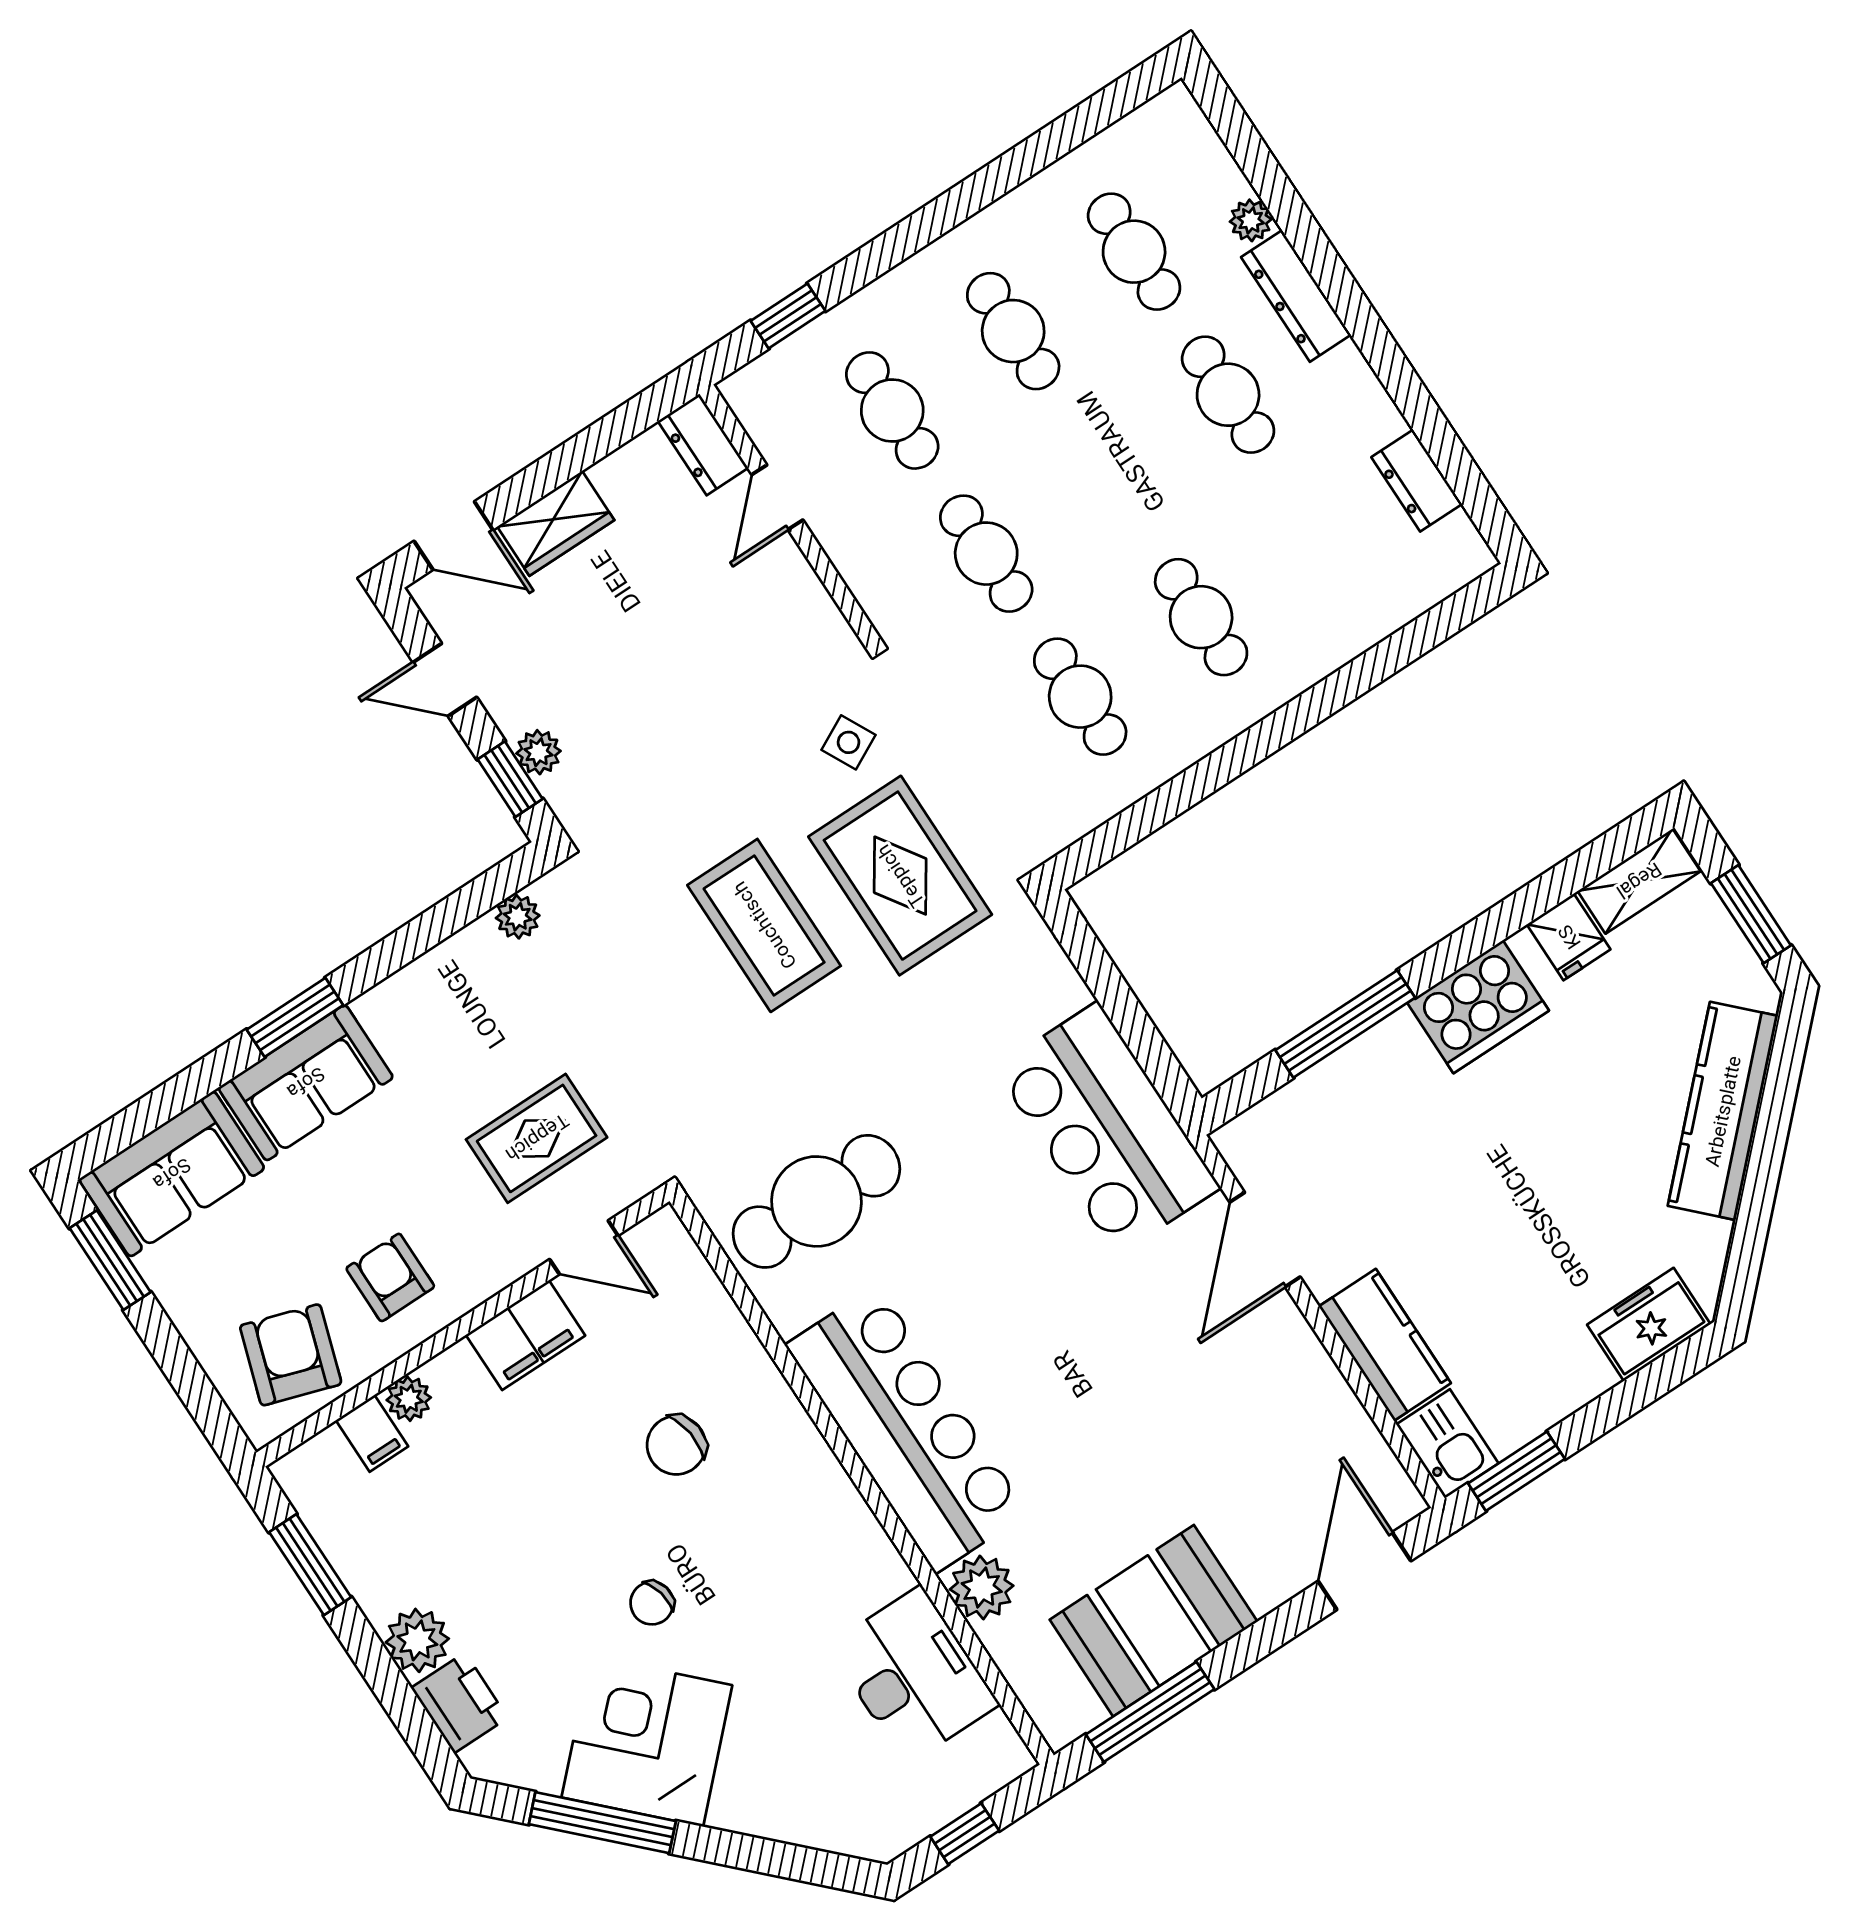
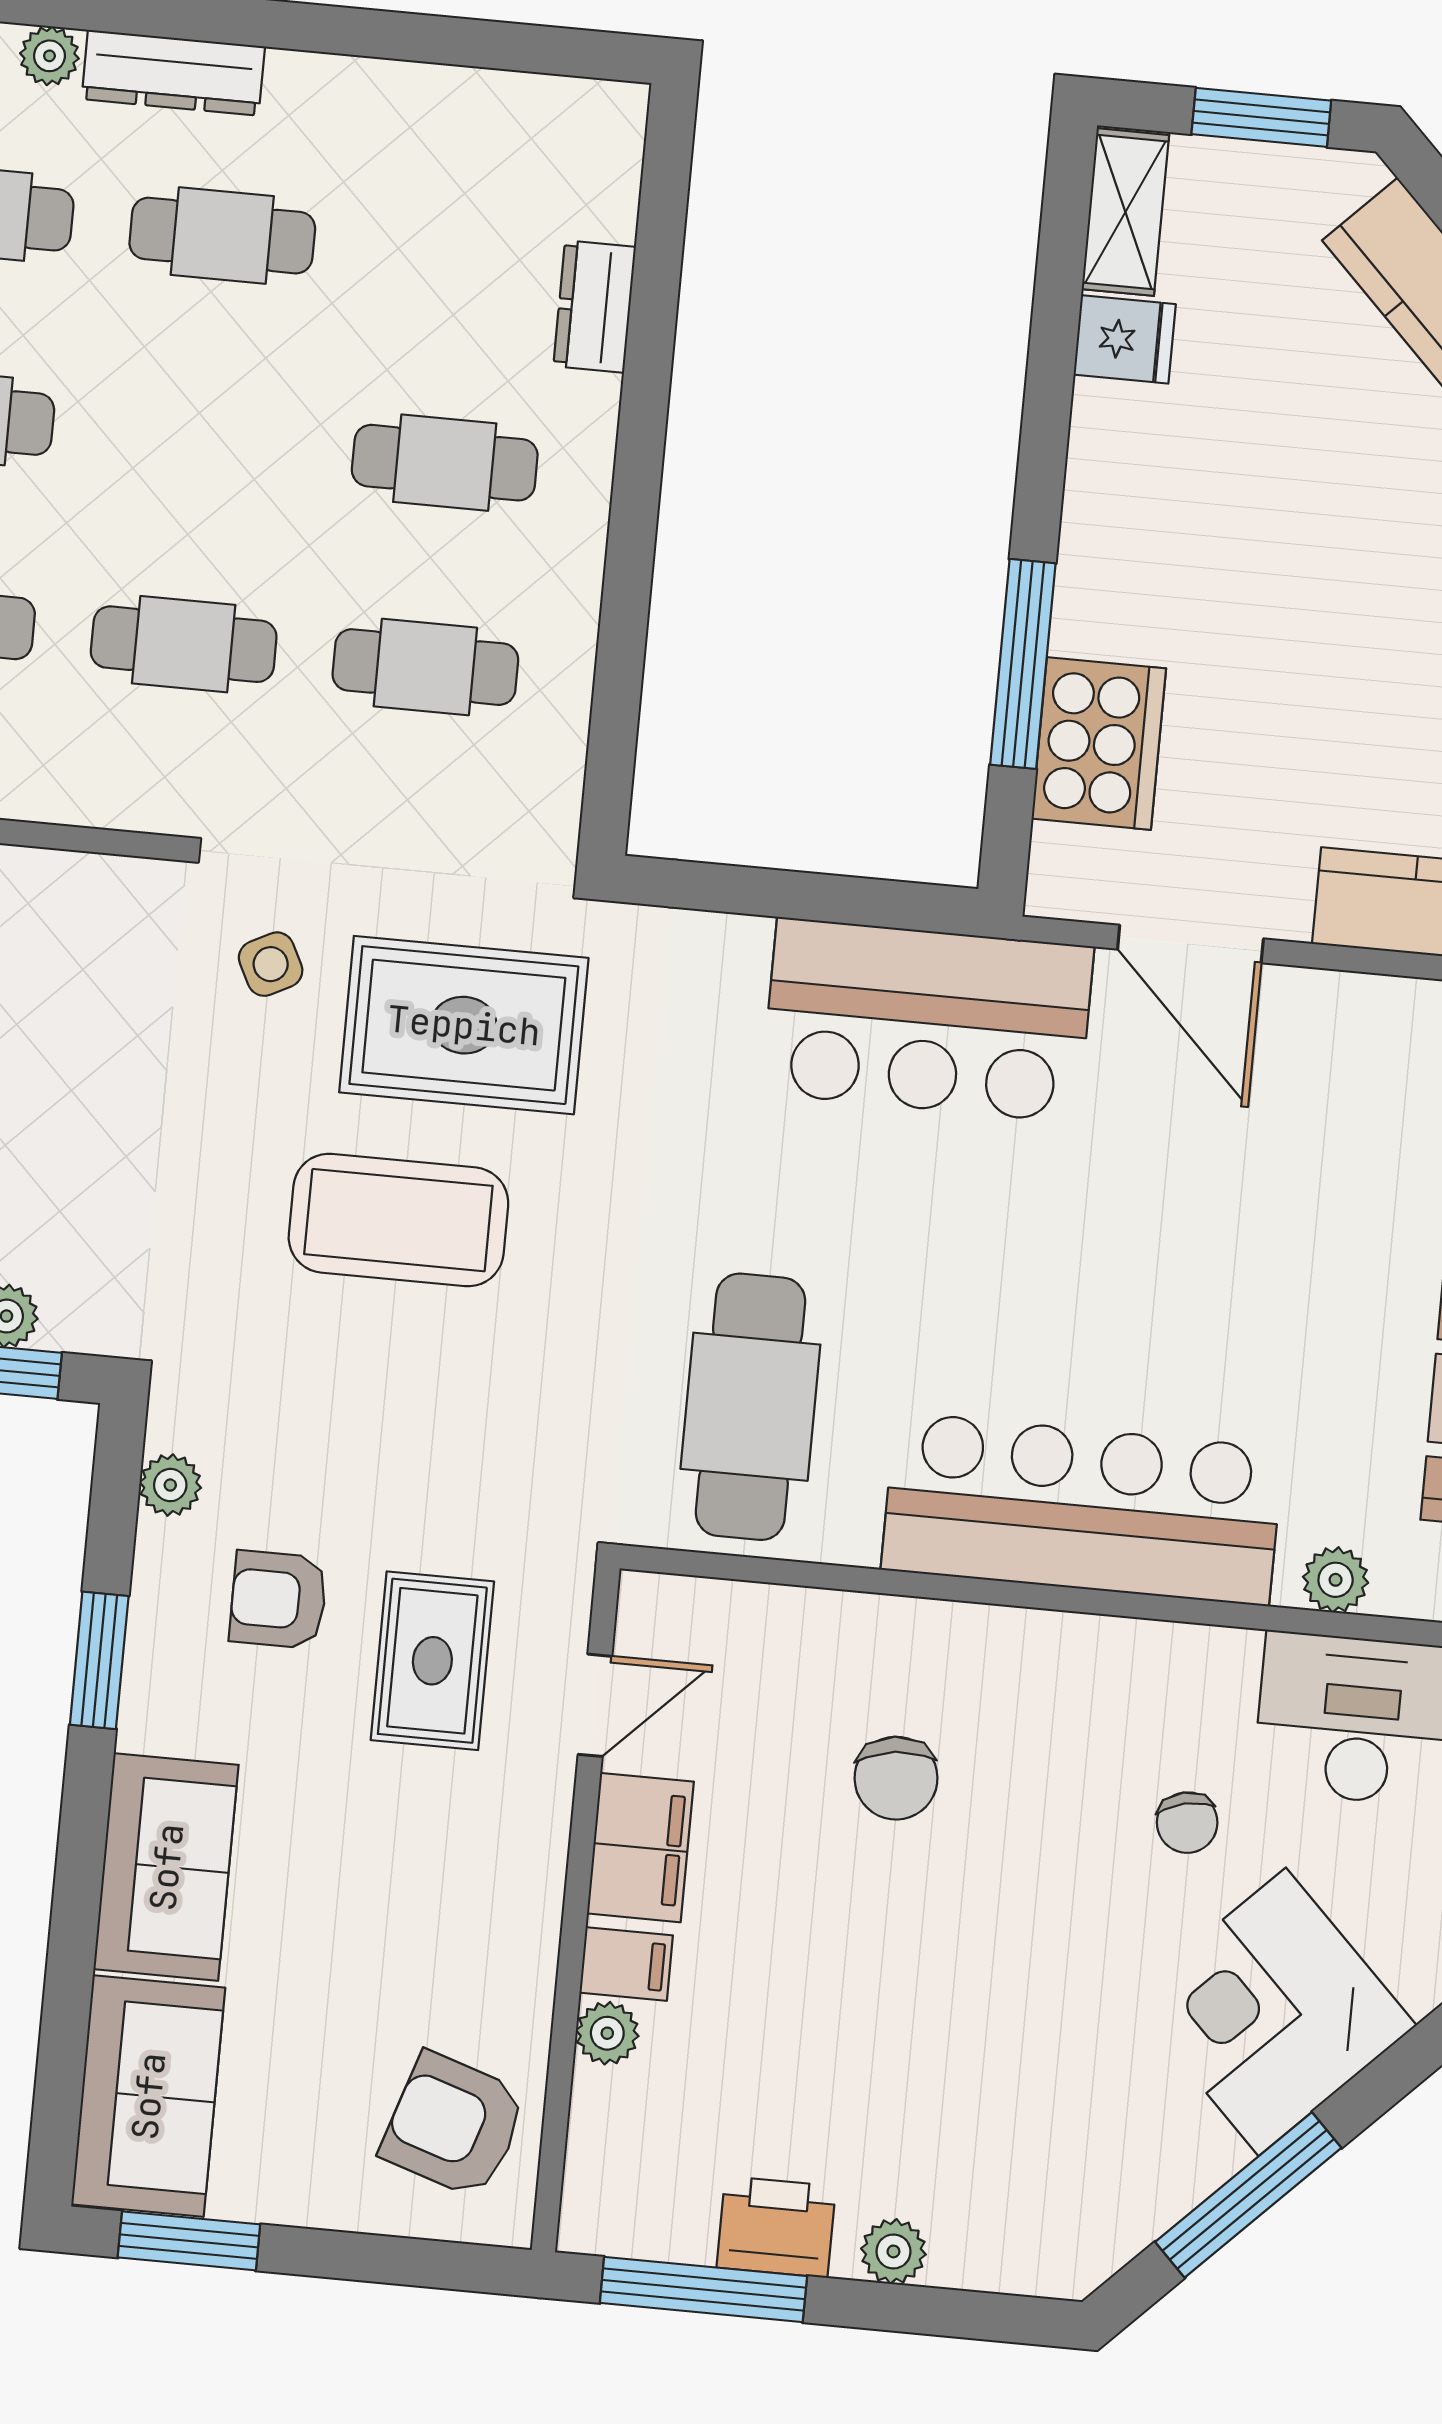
dresser: (1417, 481) -> (595, 307), moved, turned 90
cooker: (1478, 1007) -> (1099, 744), moved
window: (295, 1017) -> (99, 1660), moved
armchair: (390, 1277) -> (278, 1600), moved
filing cabinet: (372, 1433) -> (626, 1964), moved
window: (310, 1565) -> (703, 2290), width x1.44
plant: (982, 1588) -> (1336, 1580), width x0.73, depth x0.73
chair: (652, 1603) -> (1187, 1823), moved
plant: (417, 1640) -> (893, 2251), width x0.73, depth x0.73
printer: (459, 1703) -> (776, 2227), moved
corner desk: (647, 1741) -> (1272, 2012), moved

